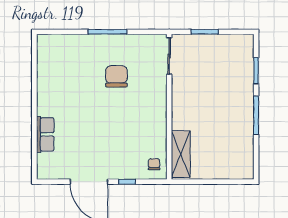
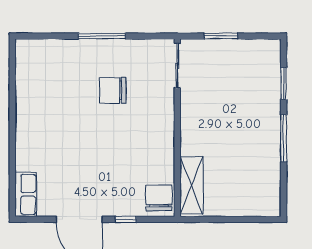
chair: (116, 76) -> (113, 90), turned -90
row of seats: (45, 134) -> (26, 194), moved
chair: (154, 164) -> (159, 198), width x1.87, depth x1.87

